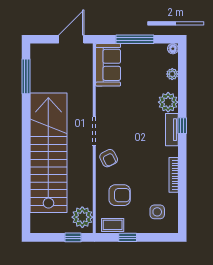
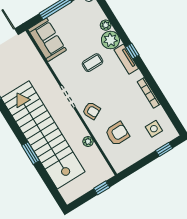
plant: (172, 74) -> (106, 25), moved
window: (26, 163) -> (31, 153), added
plant: (82, 217) -> (88, 142), moved, width x0.53, depth x0.53
coffee table: (113, 225) -> (92, 63), moved
window: (128, 237) -> (164, 149), moved

